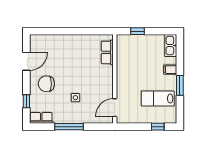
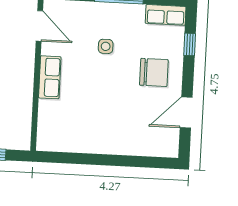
row of seats: (107, 52) -> (50, 77), moved
door: (115, 108) -> (39, 26), hinge flipped

